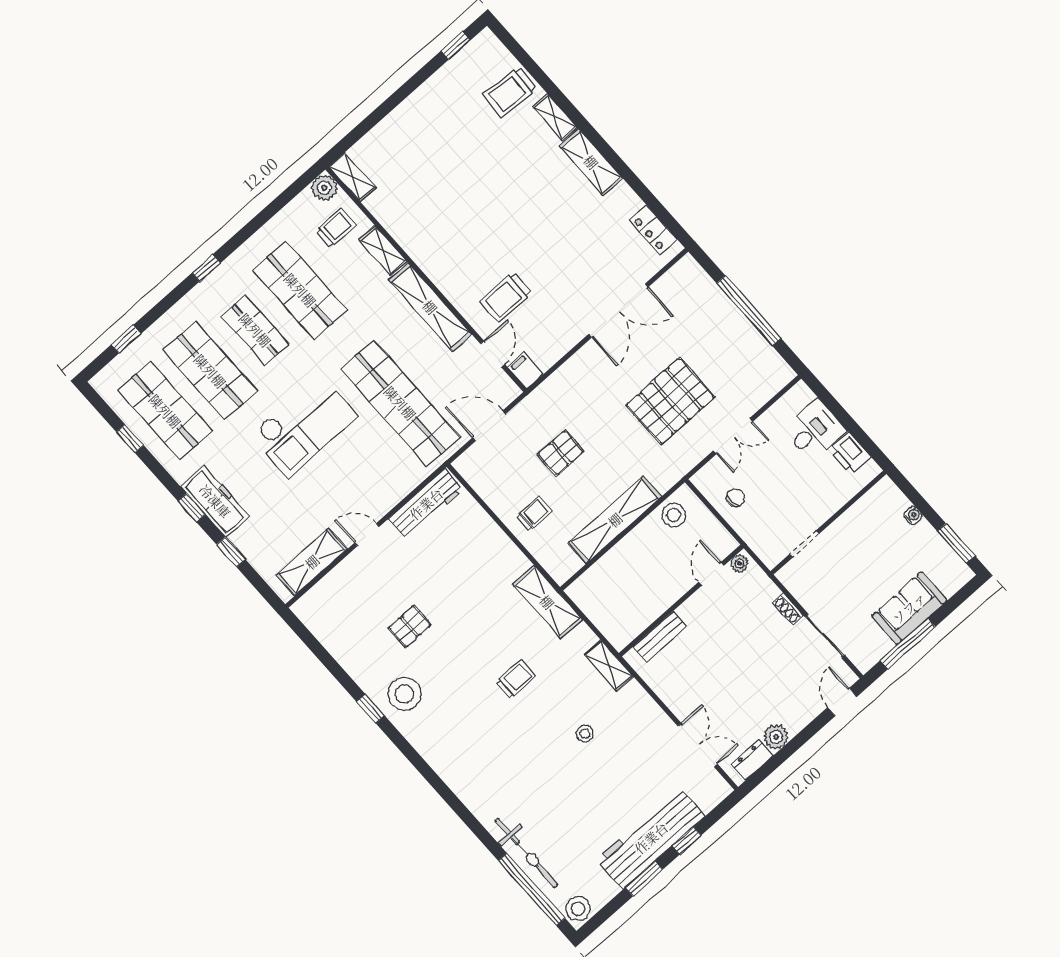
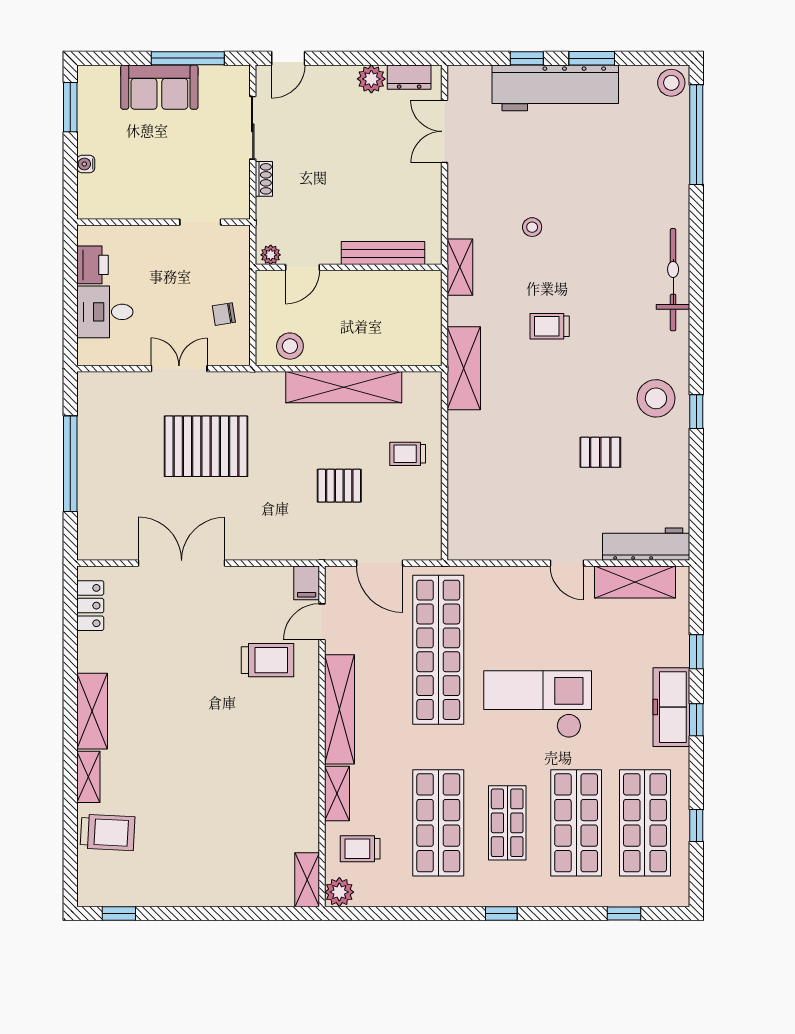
workbench: (426, 504) -> (646, 544), moved
bench: (660, 636) -> (383, 253), width x1.36
bicycle: (526, 853) -> (673, 280), moved

